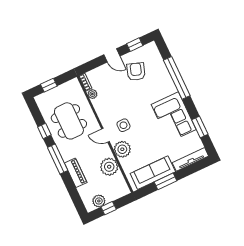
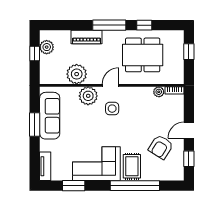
armchair: (136, 72) -> (161, 147), turned 103
rug: (162, 88) -> (132, 166), added
tv unit: (190, 159) -> (45, 166), width x0.71

